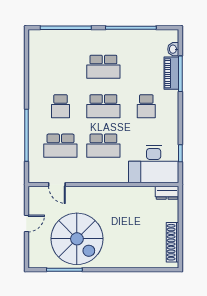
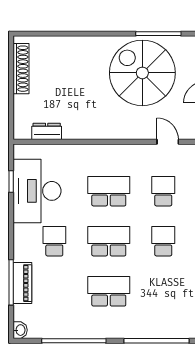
washbasin: (173, 49) -> (20, 330), moved
school desk: (60, 146) -> (163, 191), width x0.54
desk: (154, 164) -> (37, 191), moved, turned -90
dresser: (167, 193) -> (47, 131), moved

